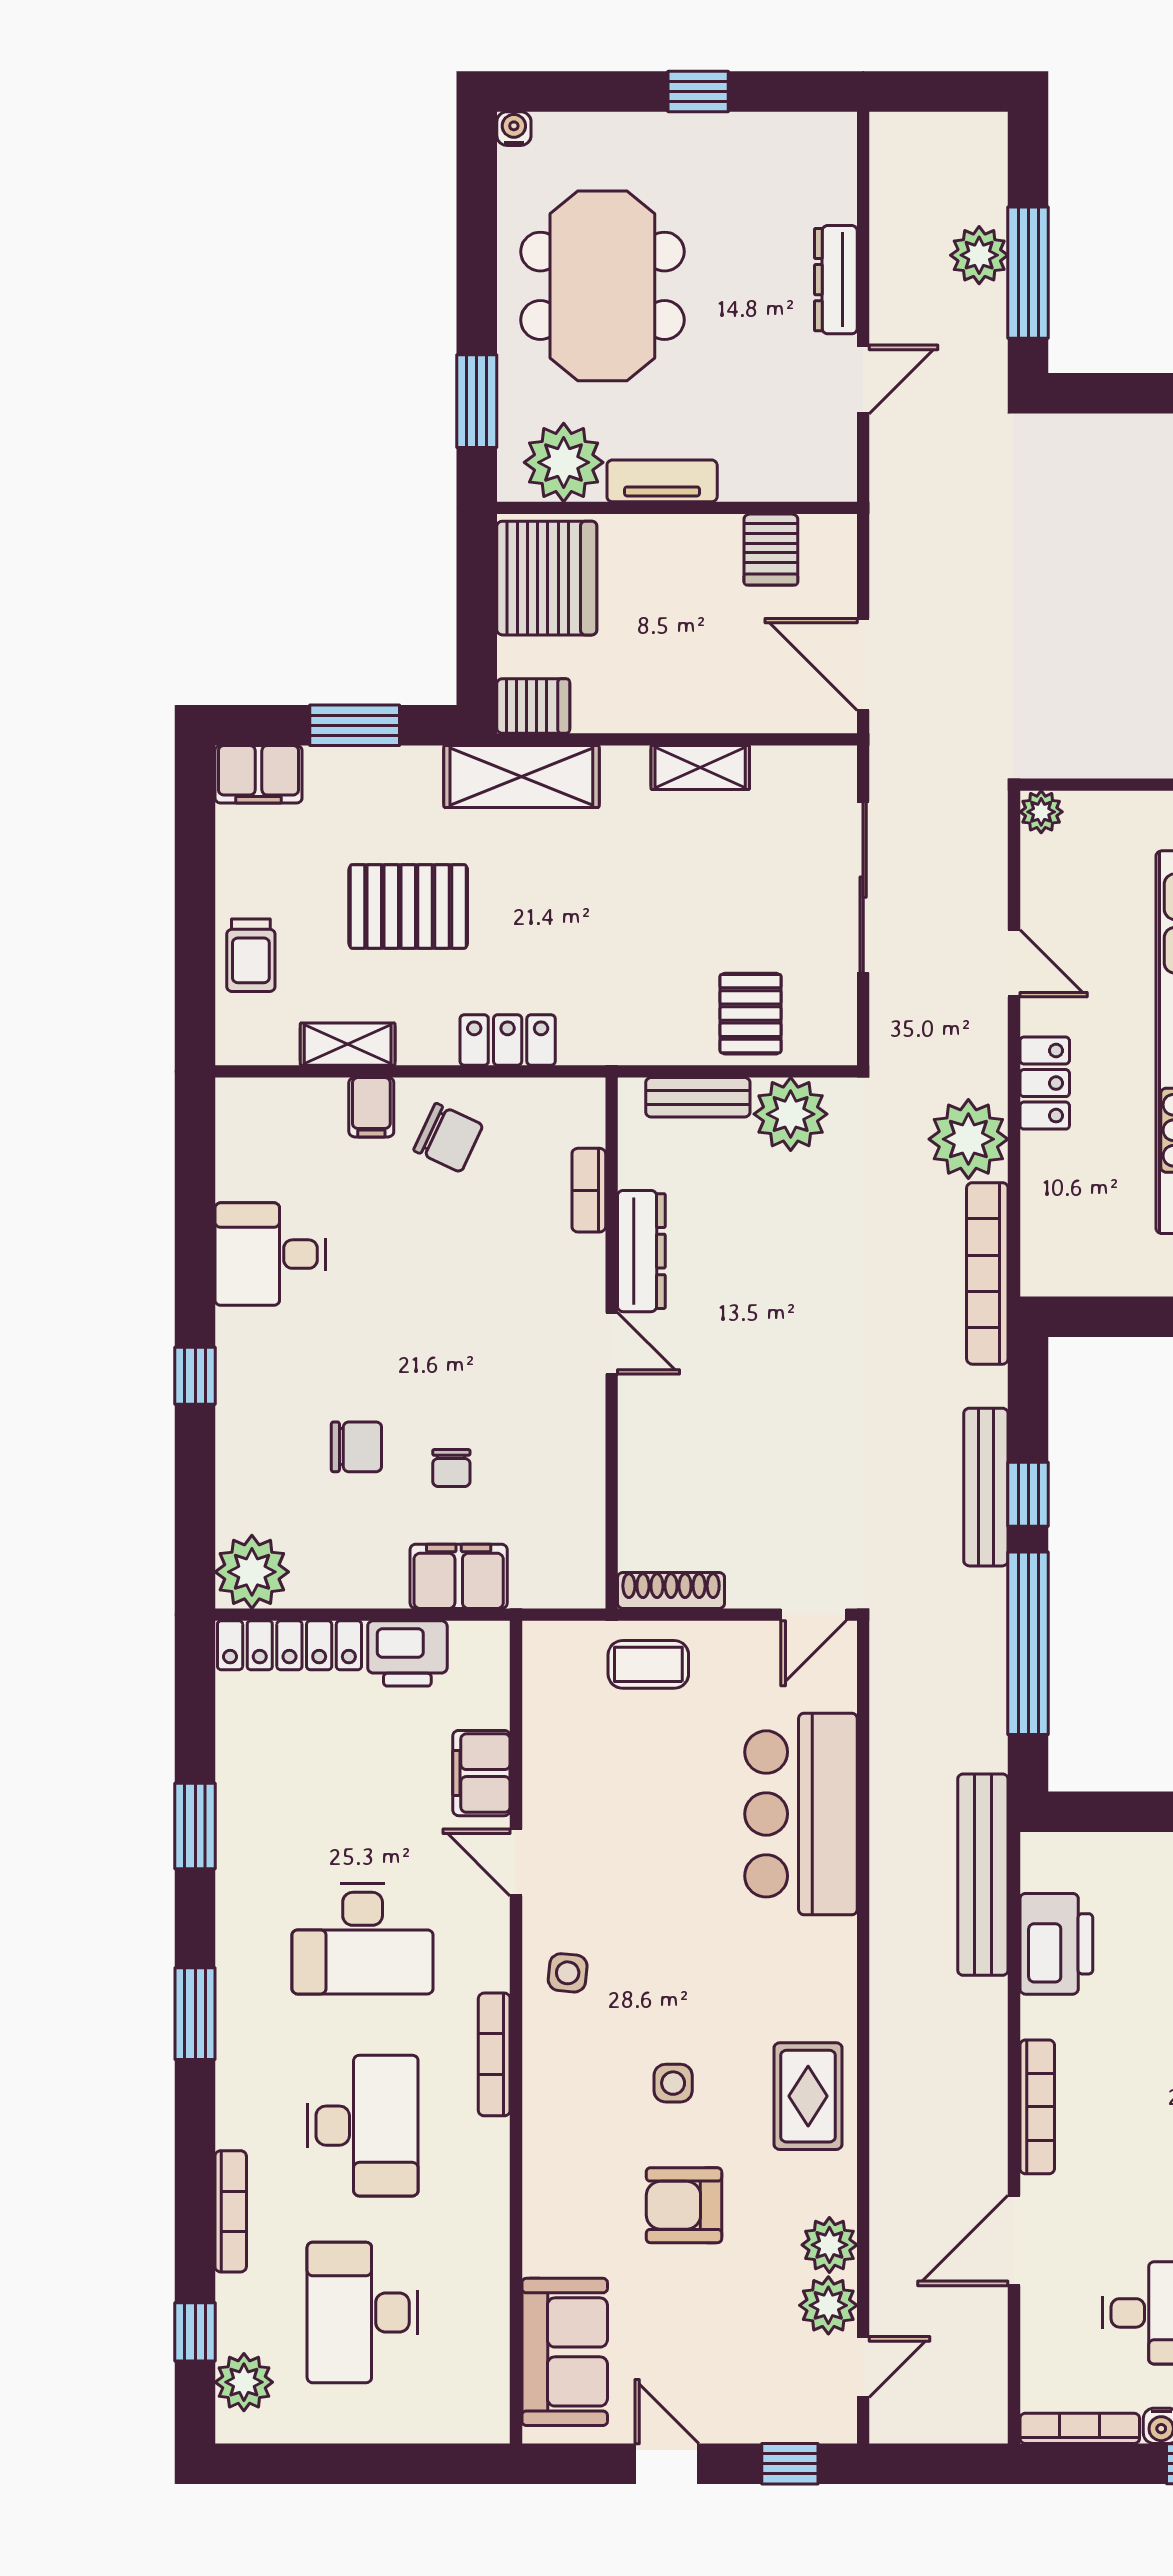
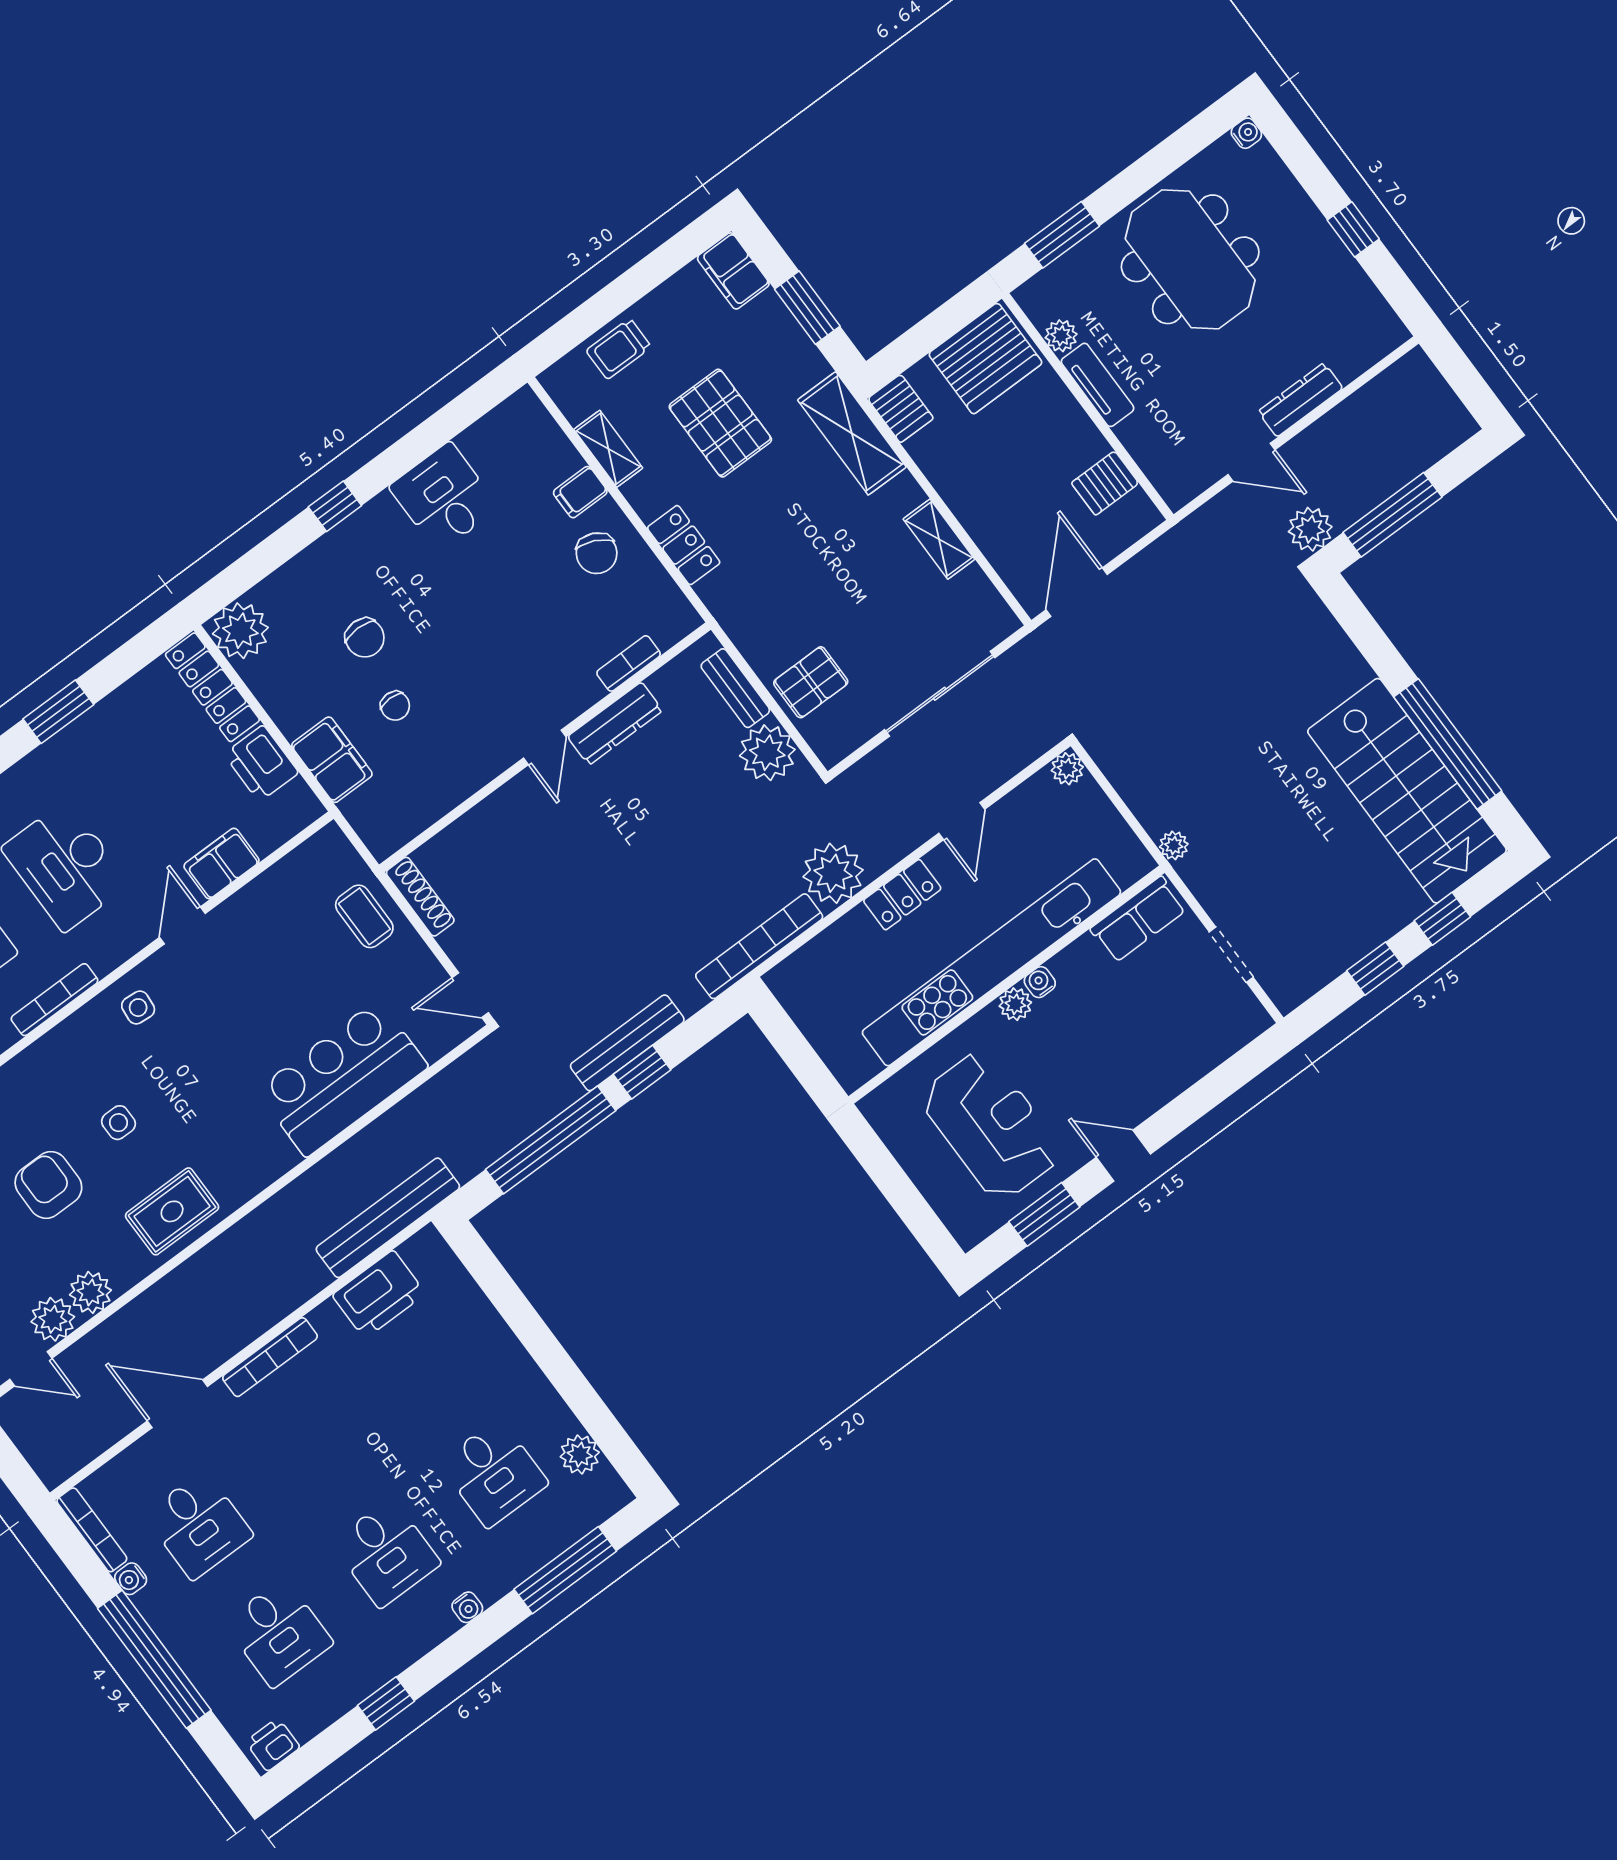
plant: (979, 255) -> (1310, 529), moved
meeting table: (602, 286) -> (1190, 259), turned 90
plant: (564, 462) -> (1061, 336), width x0.53, depth x0.53
chair: (451, 1468) -> (395, 706), turned -90

